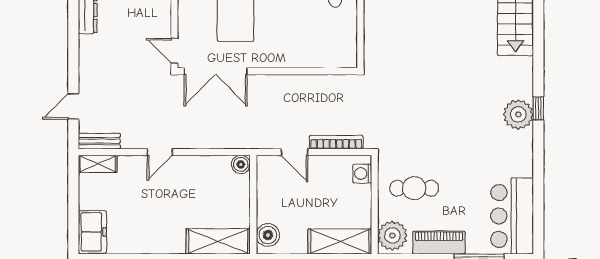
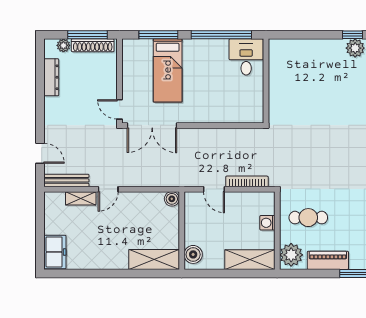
door: (73, 106) -> (40, 153), swing flipped
bench: (99, 141) -> (66, 180), width x1.36
shelving: (98, 164) -> (81, 198), moved
washing machine: (362, 174) -> (267, 223), moved

